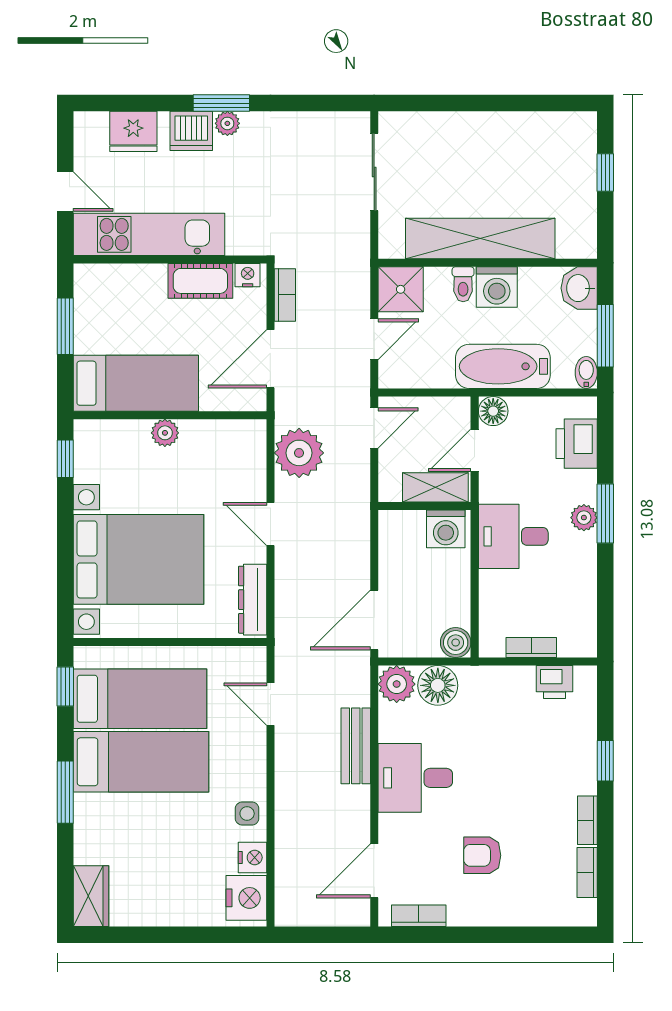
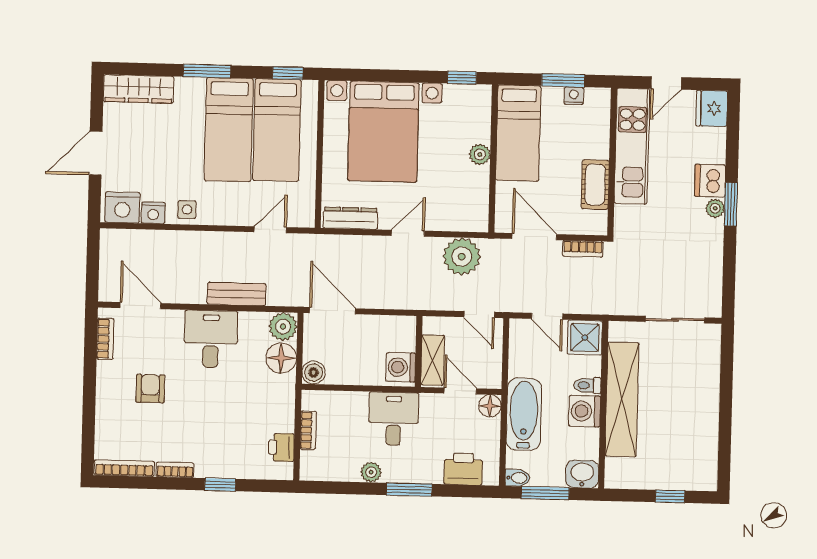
fridge: (133, 131) -> (712, 108), moved
nightstand: (248, 275) -> (574, 96), moved, turned -90
plant: (584, 518) -> (371, 472), moved
bookcase: (587, 872) -> (124, 468), width x1.56
wardrobe: (91, 896) -> (139, 89), width x1.50
door: (176, 935) -> (96, 153), added

